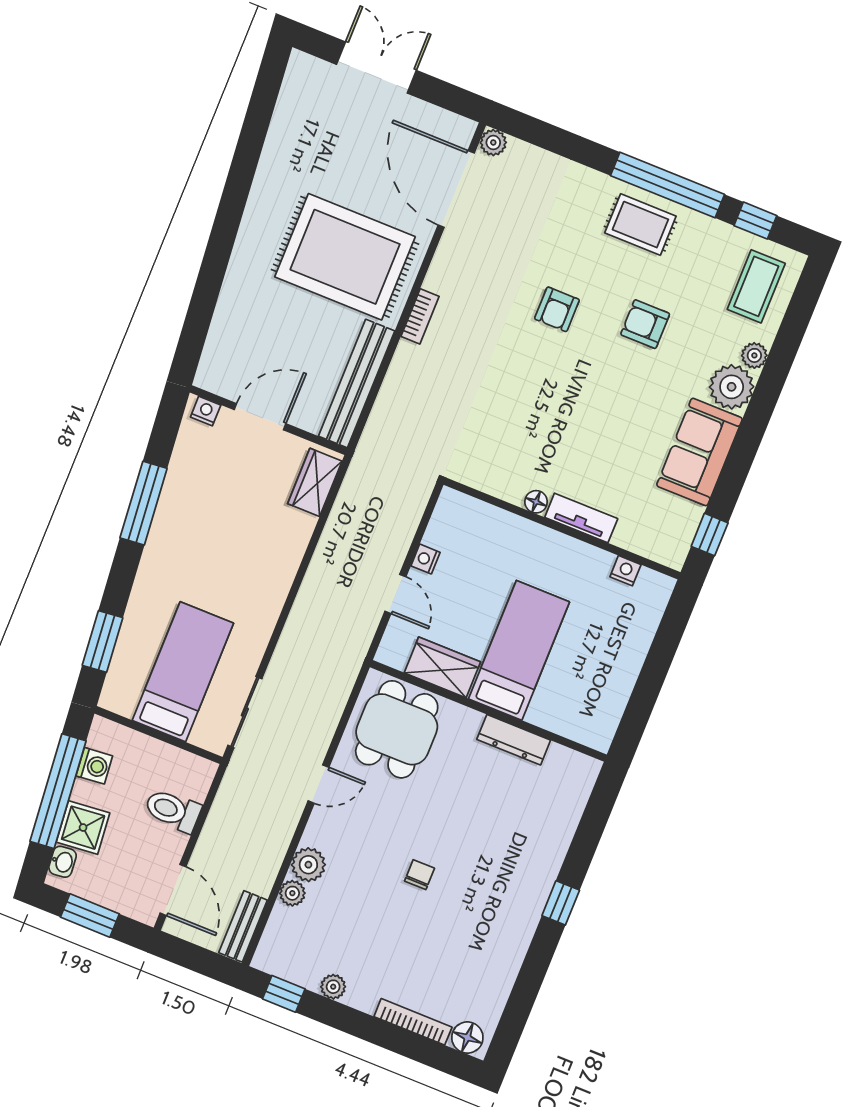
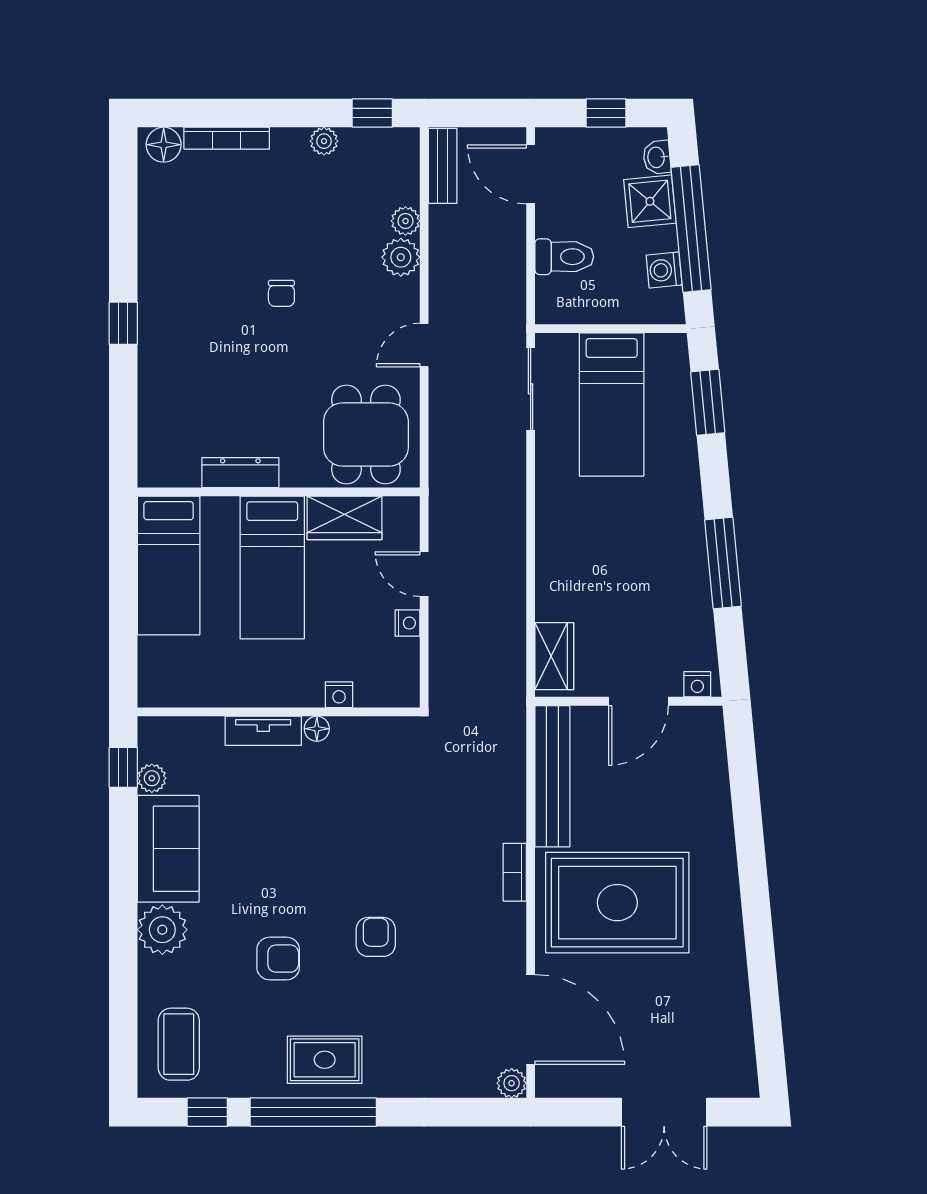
plant: (754, 355) -> (152, 778), moved
nightstand: (625, 571) -> (339, 695), moved
bed: (604, 687) -> (169, 565), added
window: (90, 915) -> (606, 113), width x0.67

